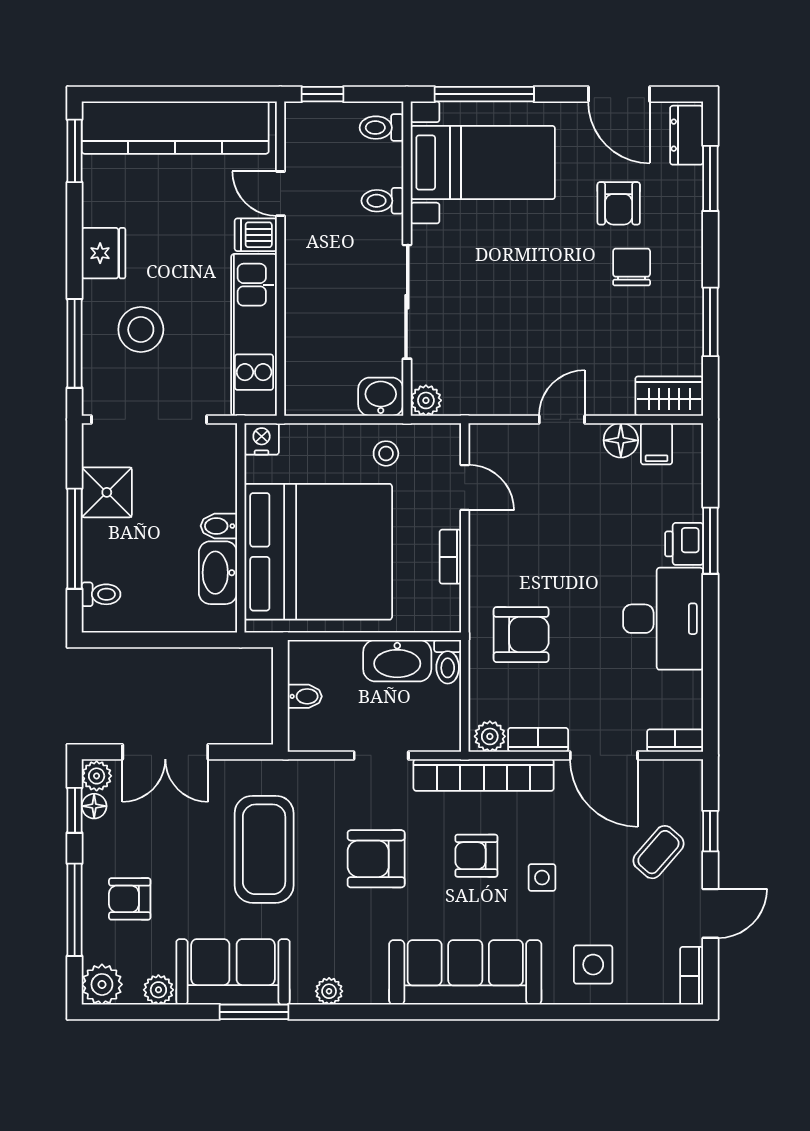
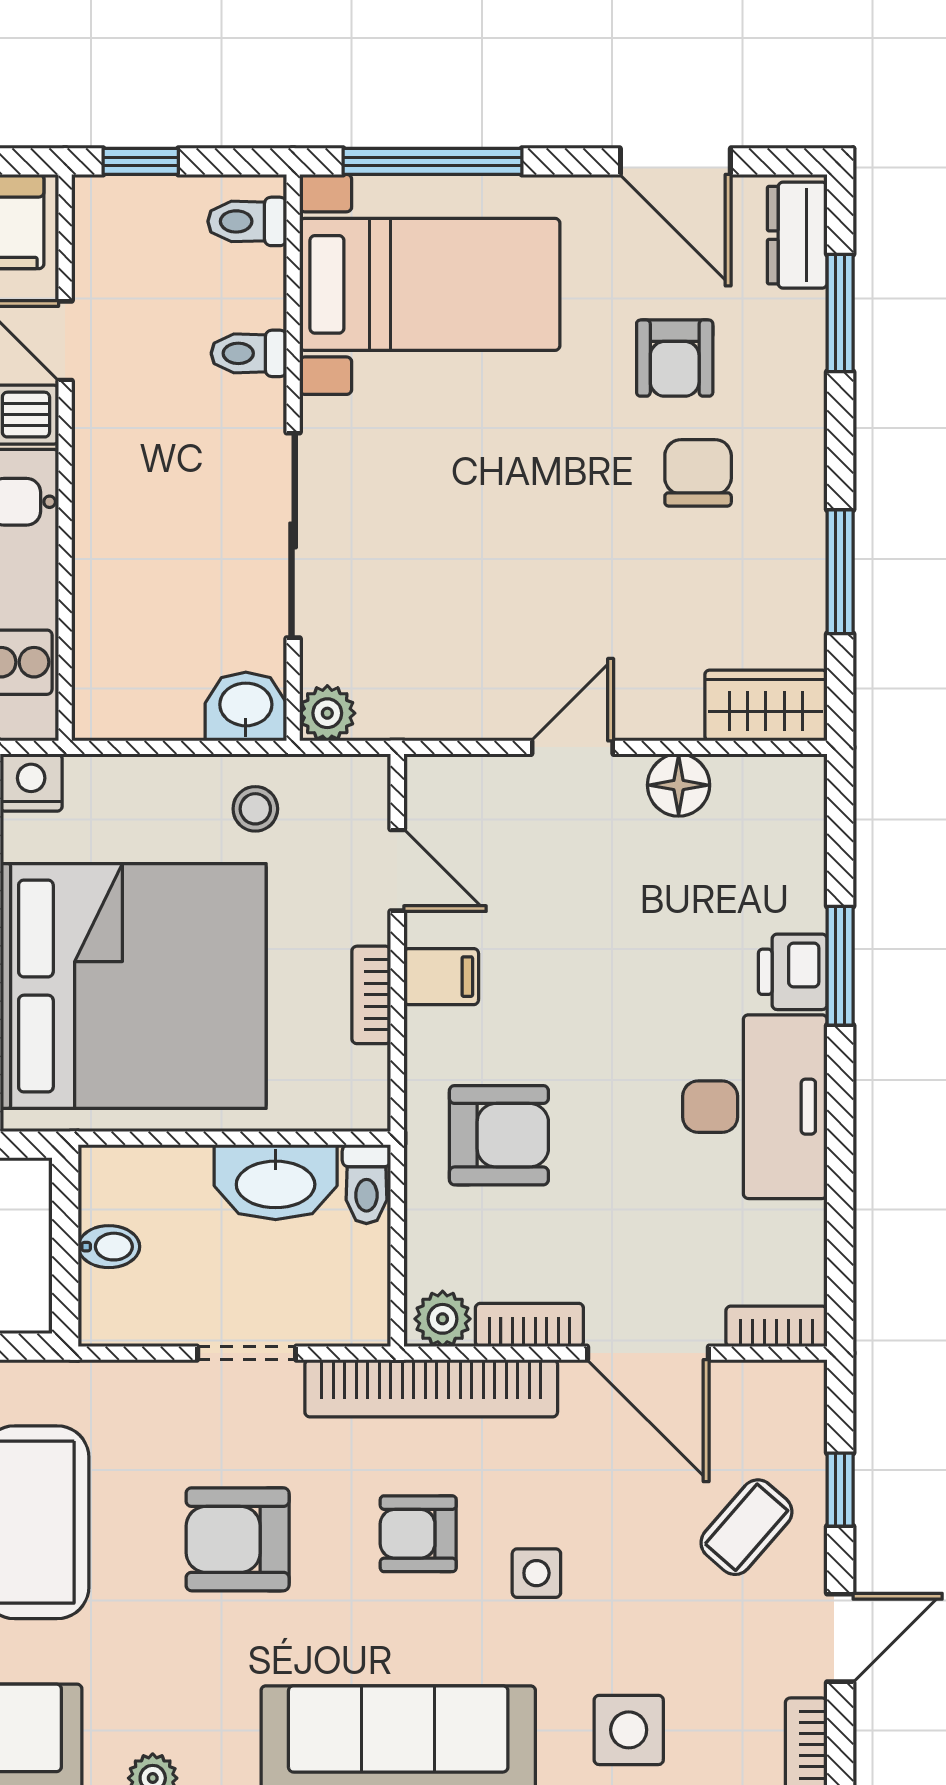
filing cabinet: (657, 444) -> (441, 977), moved, turned -90

